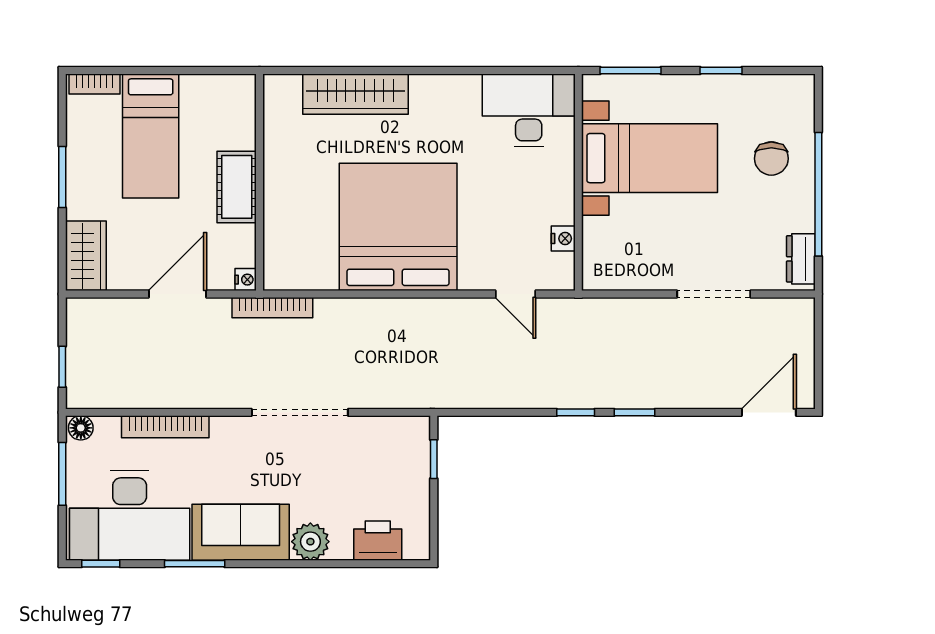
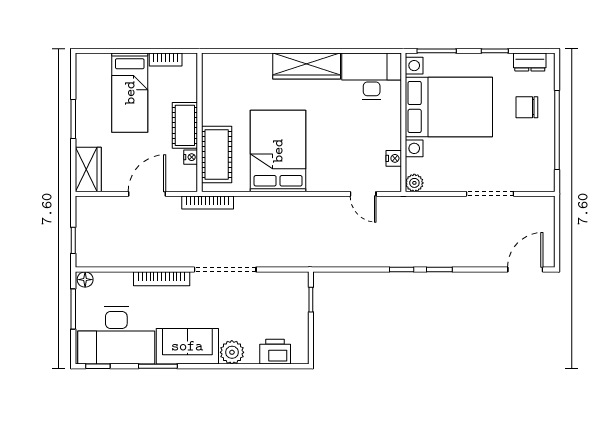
bookcase: (95, 84) -> (166, 60), moved
wardrobe: (355, 94) -> (307, 66), moved
bed with nightstands: (649, 158) -> (449, 107), width x1.36
chair: (771, 159) -> (527, 107), turned 90
bed: (398, 227) -> (278, 151), width x0.73
cot: (286, 232) -> (217, 154), added
dresser: (801, 259) -> (530, 62), moved, turned -90
plant: (596, 277) -> (414, 183), added
nightstand: (246, 280) -> (191, 157), moved
bookcase: (165, 427) -> (162, 279), moved

